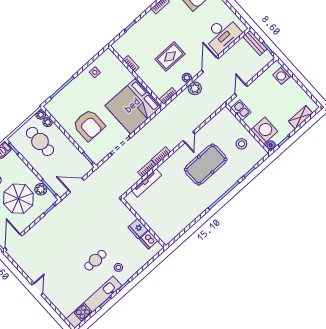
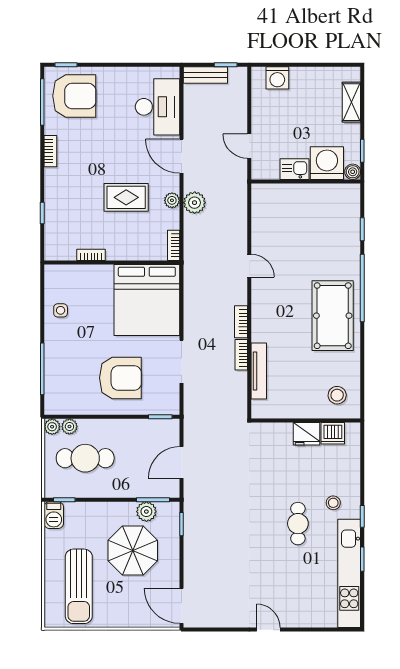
rug: (170, 56) -> (126, 197), turned 90
kitchen sink: (241, 110) -> (295, 169), moved
stool: (241, 144) -> (337, 395), moved
pool table: (206, 165) -> (333, 316), moved

